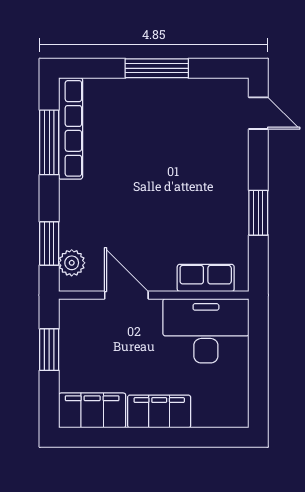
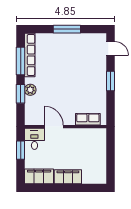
window: (258, 213) -> (111, 81), moved
window: (49, 243) -> (21, 94), moved
plant: (72, 263) -> (30, 90), moved
desk: (206, 331) -> (34, 139), moved, width x0.53, depth x0.77

